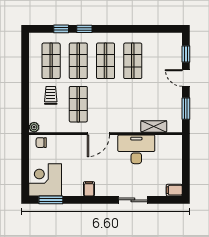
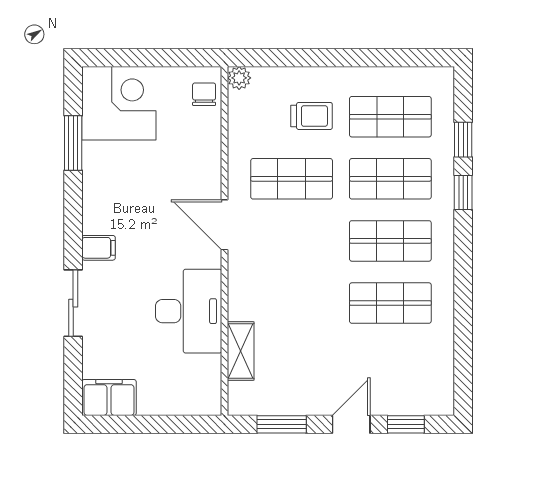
filing cabinet: (89, 189) -> (99, 248), moved
filing cabinet: (174, 190) -> (109, 398), width x2.00
window: (51, 200) -> (73, 143), moved

